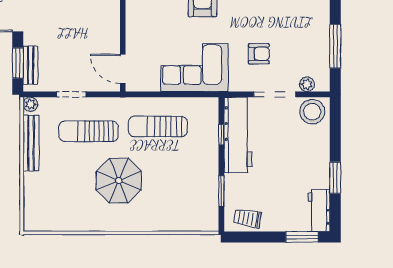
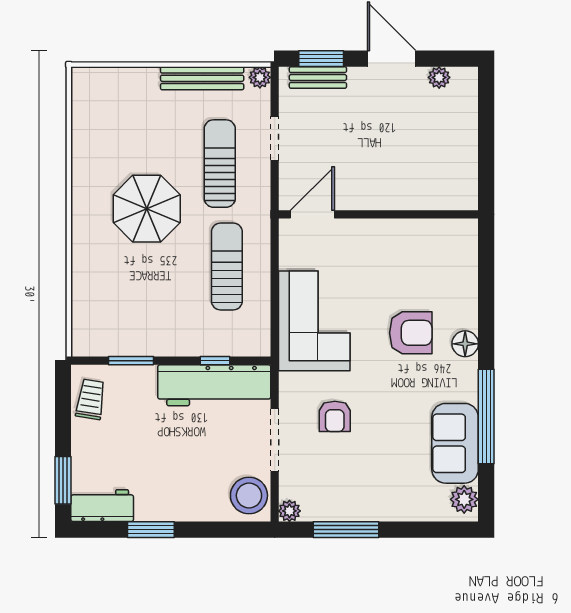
plant: (307, 84) -> (289, 511), moved

